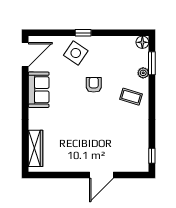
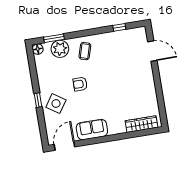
door: (25, 55) -> (64, 146), hinge flipped
plant: (143, 73) -> (60, 49), width x1.87, depth x1.87
window: (152, 156) -> (119, 27), moved
door: (101, 175) -> (152, 51), moved

